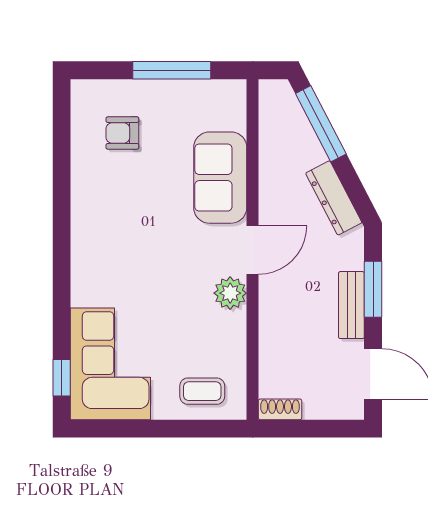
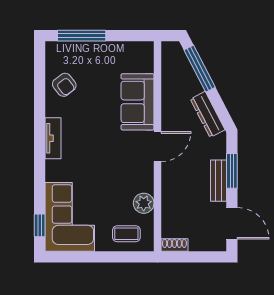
window: (172, 70) -> (82, 36), moved
armchair: (122, 133) -> (64, 85), moved, turned -128
tv unit: (83, 237) -> (53, 138), added
plant: (230, 293) -> (144, 203), moved

